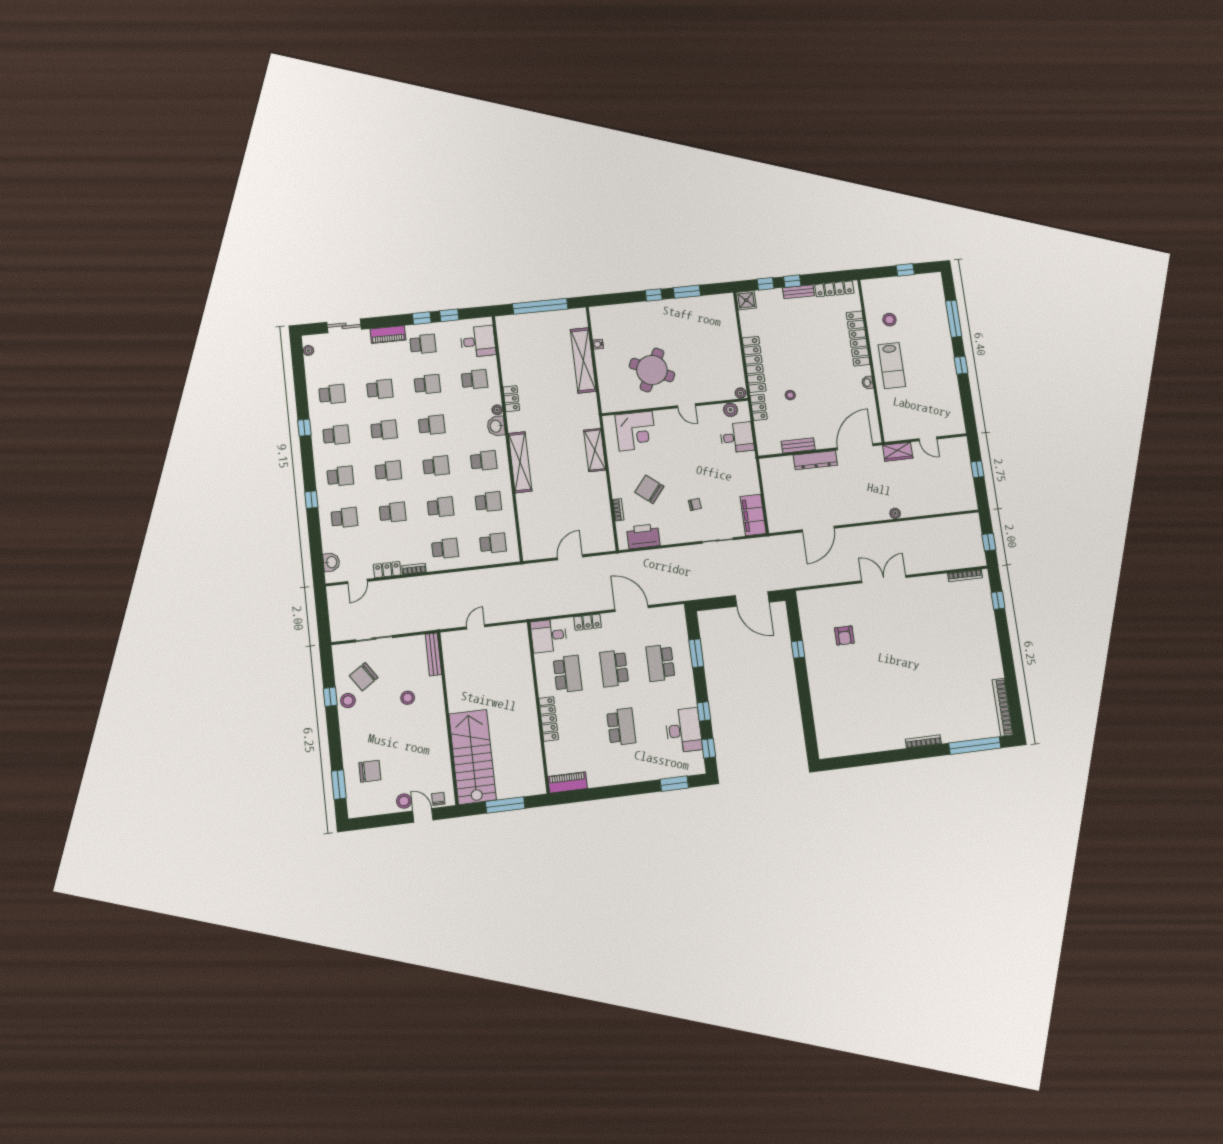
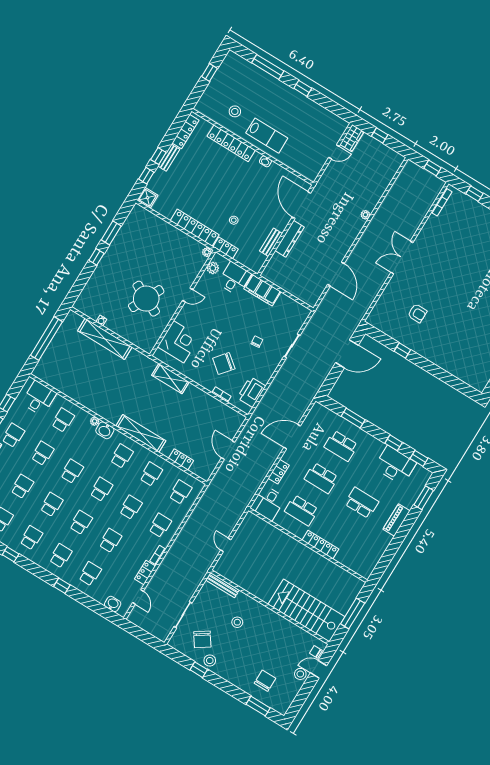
locker: (511, 399) -> (181, 459), moved
wardrobe: (898, 452) -> (352, 138), moved
filing cabinet: (753, 515) -> (262, 290), moved
school desk: (568, 674) -> (302, 510), turned 180
piano: (568, 782) -> (396, 520), moved

